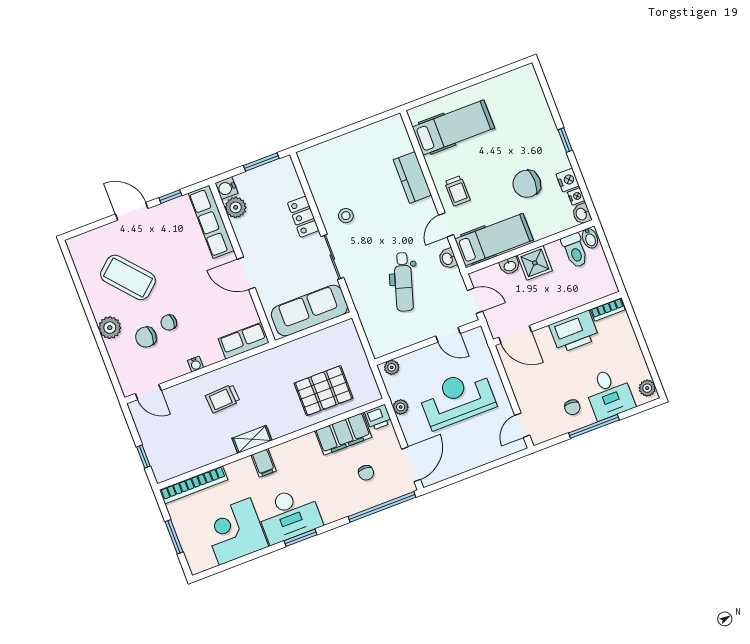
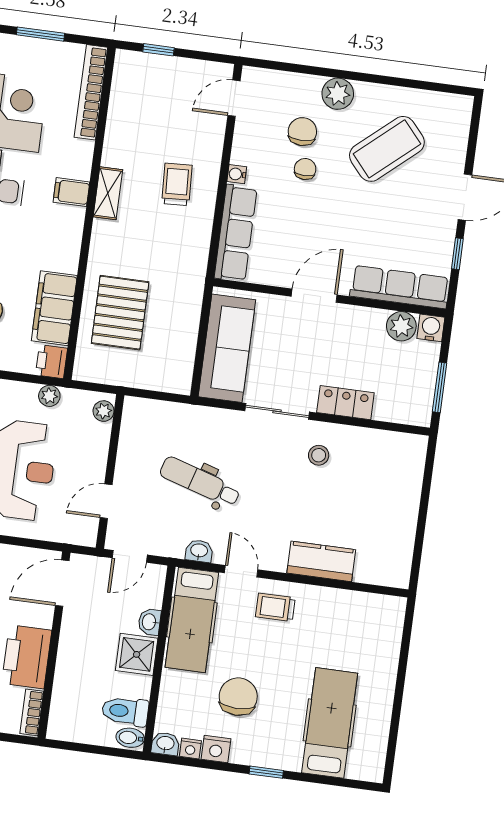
hospital bed: (453, 128) -> (330, 723), moved, turned 180
row of seats: (244, 341) -> (236, 233), width x1.48

